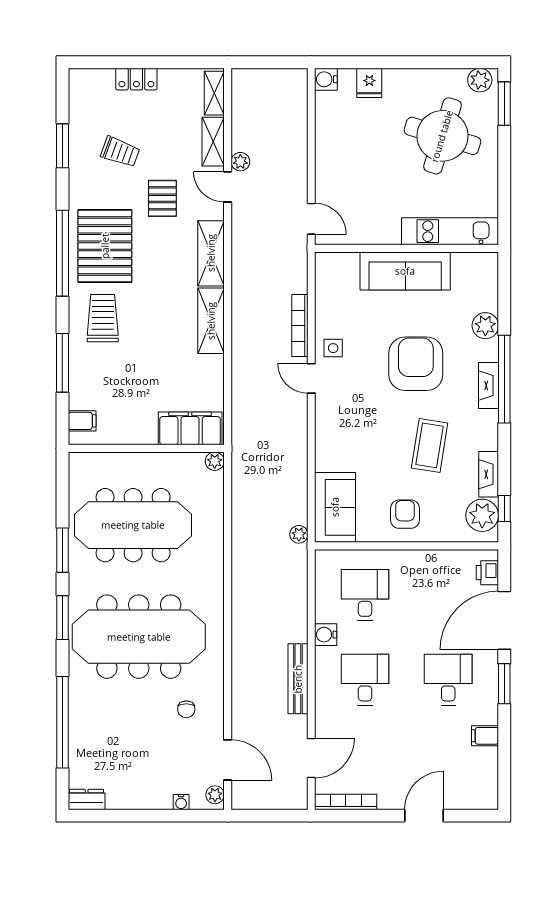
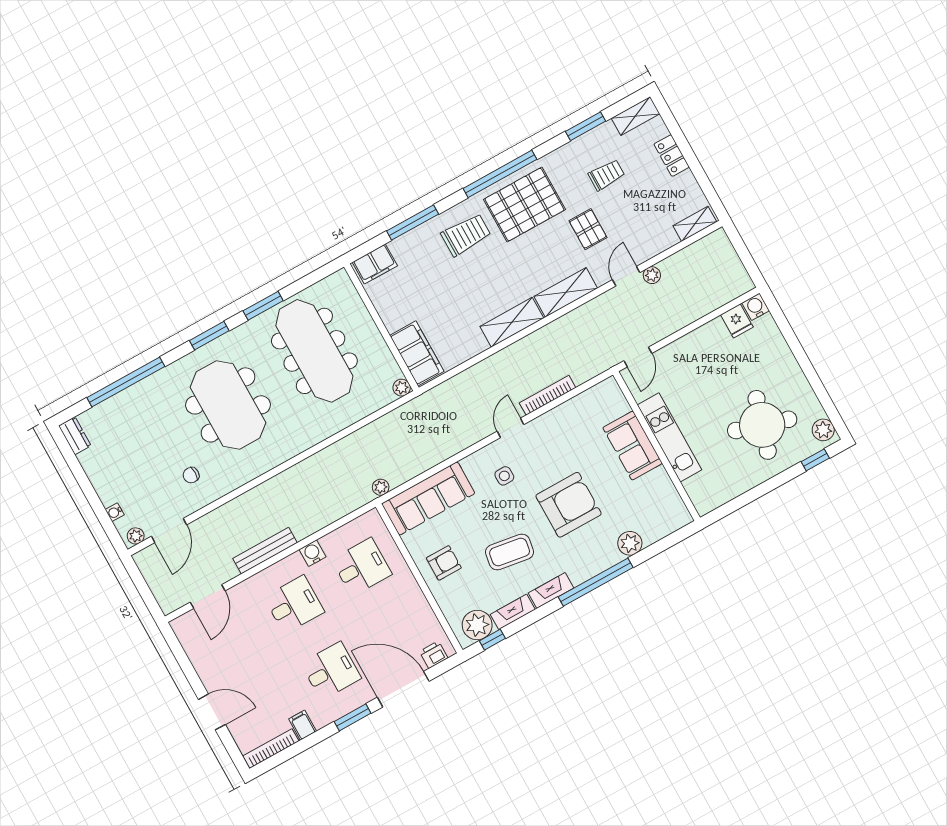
fridge: (369, 83) -> (737, 321), moved, turned -90
window: (504, 104) -> (815, 460), width x0.67
shelving: (213, 142) -> (635, 116), moved
trolley: (120, 152) -> (606, 175), turned -110
pallet: (162, 198) -> (588, 229), turned 90
kitchen unit: (450, 231) -> (670, 437), moved
sofa: (405, 271) -> (633, 446), width x0.73
side table: (333, 348) -> (504, 476), moved
fireplace: (489, 385) -> (551, 591), moved
filing cabinet: (82, 421) -> (375, 264), width x2.00
sofa: (335, 507) -> (428, 499), width x1.36
meeting table: (139, 637) -> (228, 405), width x0.73
door: (311, 758) -> (208, 596), hinge flipped
bookcase: (346, 802) -> (271, 749), moved, turned -90

